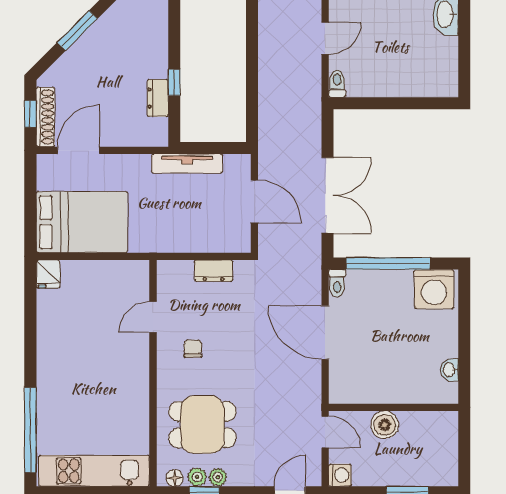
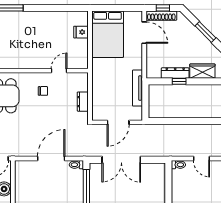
wardrobe: (154, 37) -> (202, 71), added
dresser: (158, 98) -> (175, 73), width x1.44
fridge: (48, 274) -> (81, 32), moved
door: (153, 317) -> (59, 71), hinge flipped

